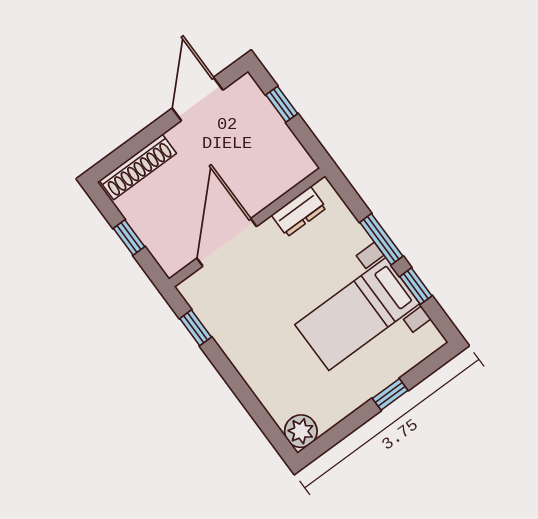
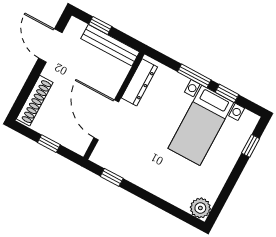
bench: (283, 139) -> (110, 45), added
dresser: (299, 212) -> (139, 82), width x1.44
window: (390, 394) -> (251, 146), moved

